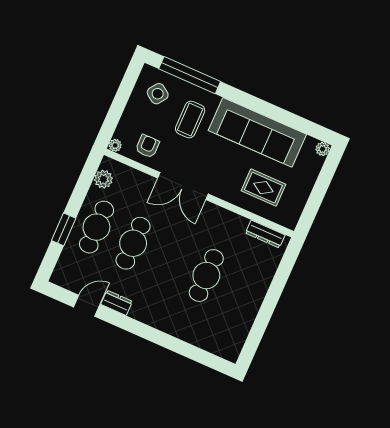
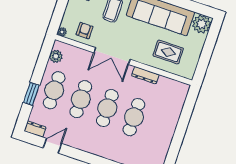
plant: (323, 149) -> (202, 24), width x1.87, depth x1.87
dresser: (265, 234) -> (145, 75), moved
cafe table: (170, 259) -> (107, 108), added
dresser: (117, 303) -> (35, 129), moved

